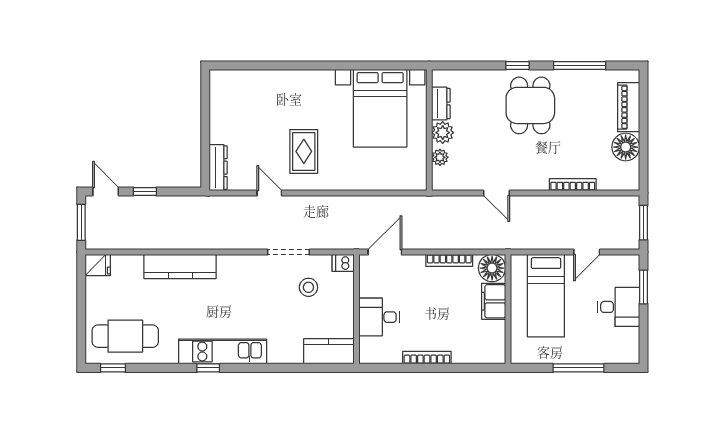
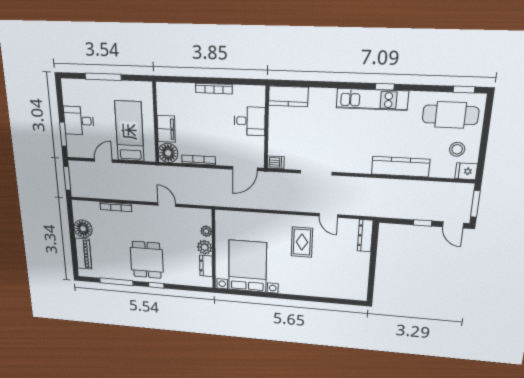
stool: (308, 287) -> (457, 149), moved

